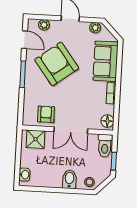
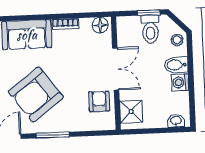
armchair: (46, 114) -> (99, 101), turned 90
toilet: (105, 146) -> (150, 29), moved, turned 90
washing machine: (55, 181) -> (180, 82), added

